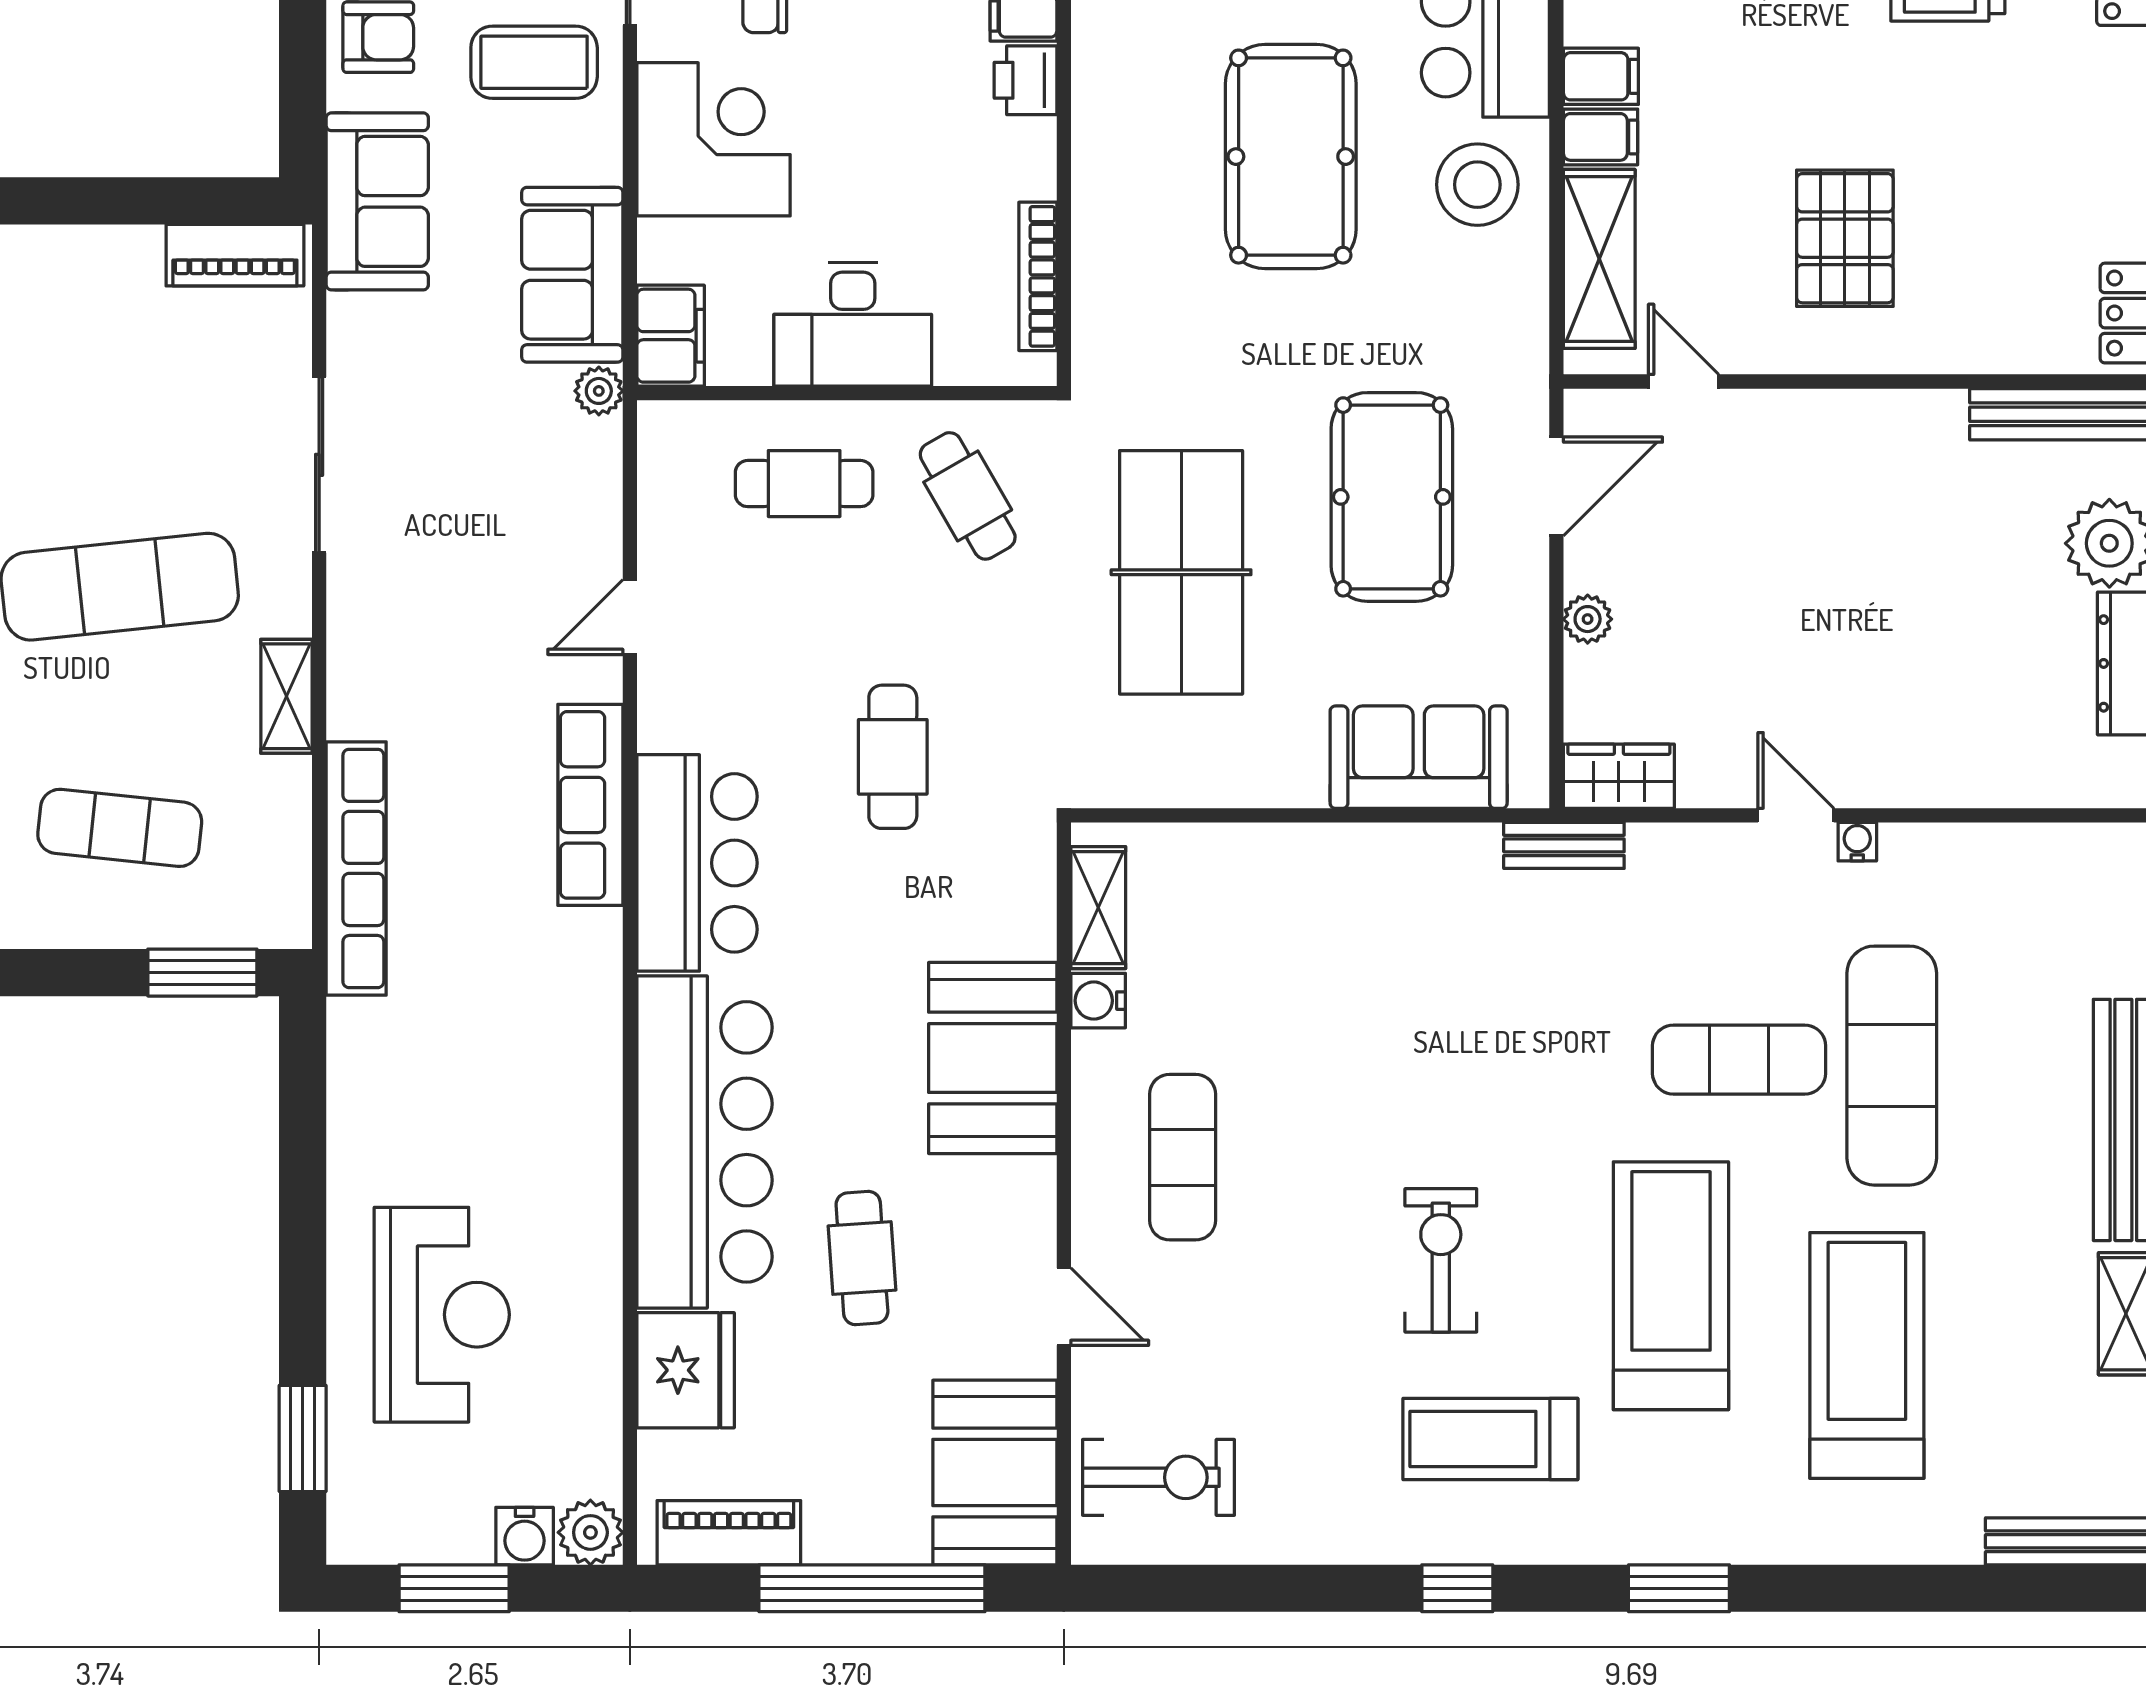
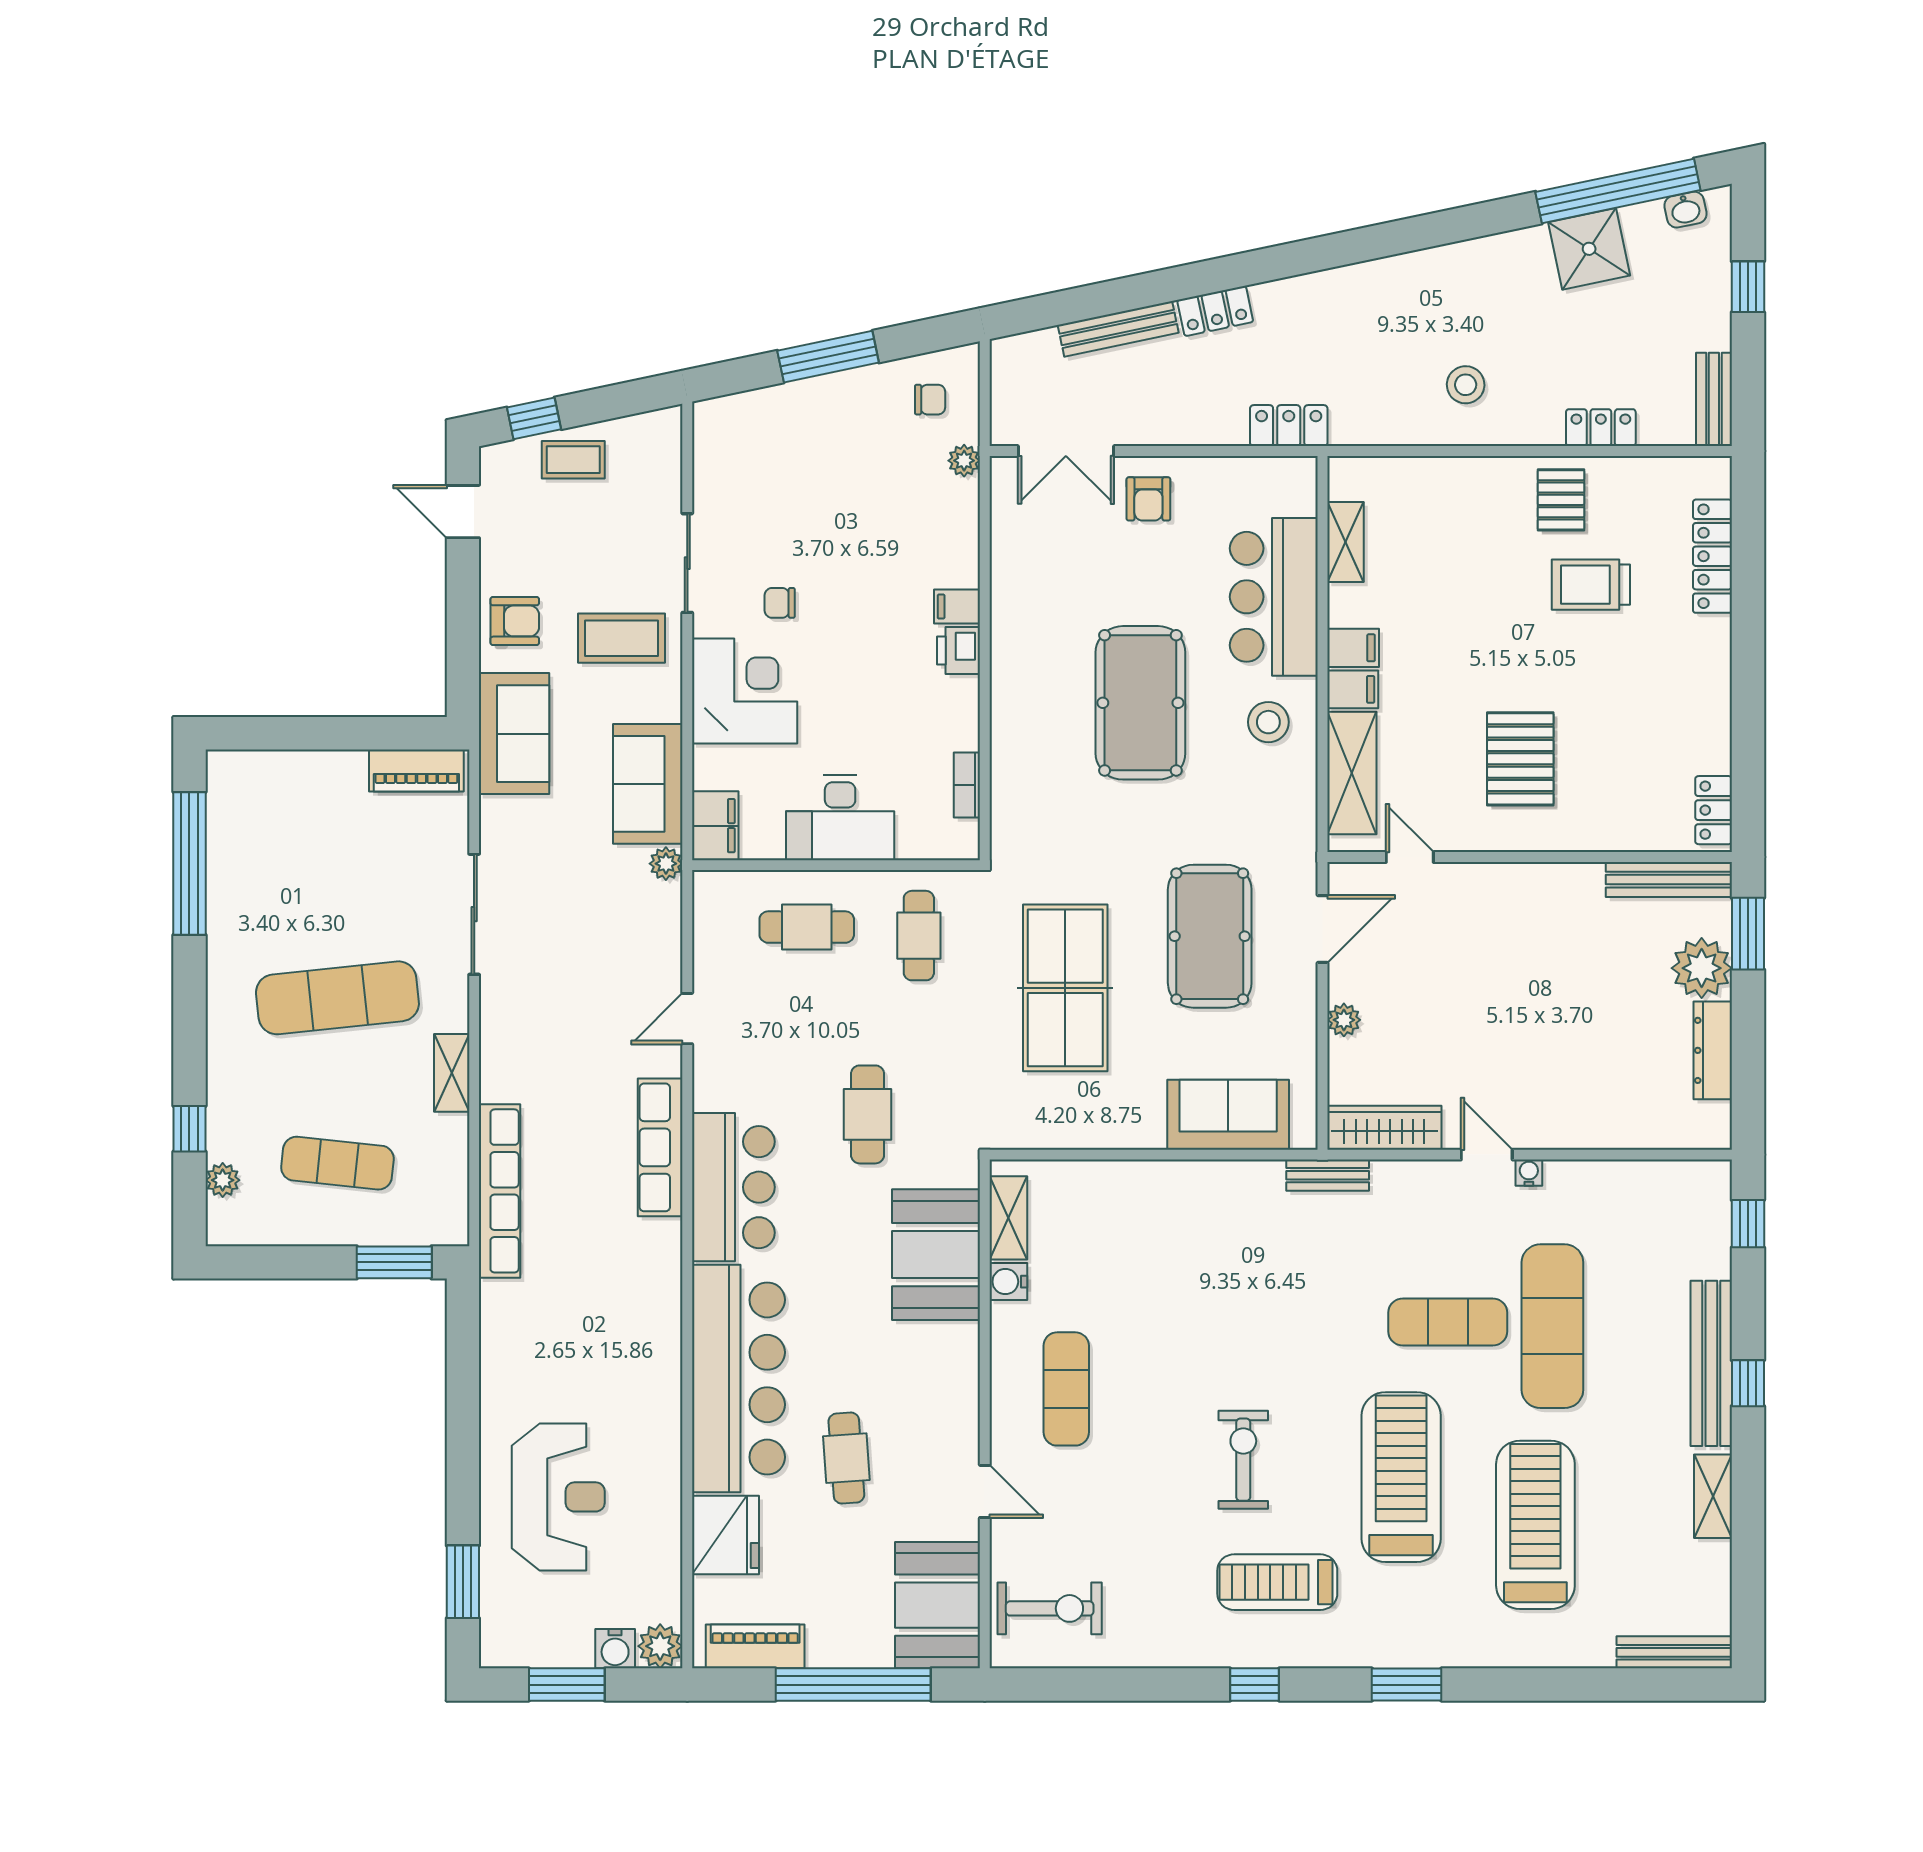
stool: (1477, 185) -> (1268, 722), width x0.73, depth x0.73
bookcase: (1038, 276) -> (967, 785), width x0.64
cafe table: (968, 496) -> (919, 936), turned 30
wardrobe: (1619, 776) -> (1384, 1128), width x1.50
booth: (993, 1058) -> (936, 1255), moved

